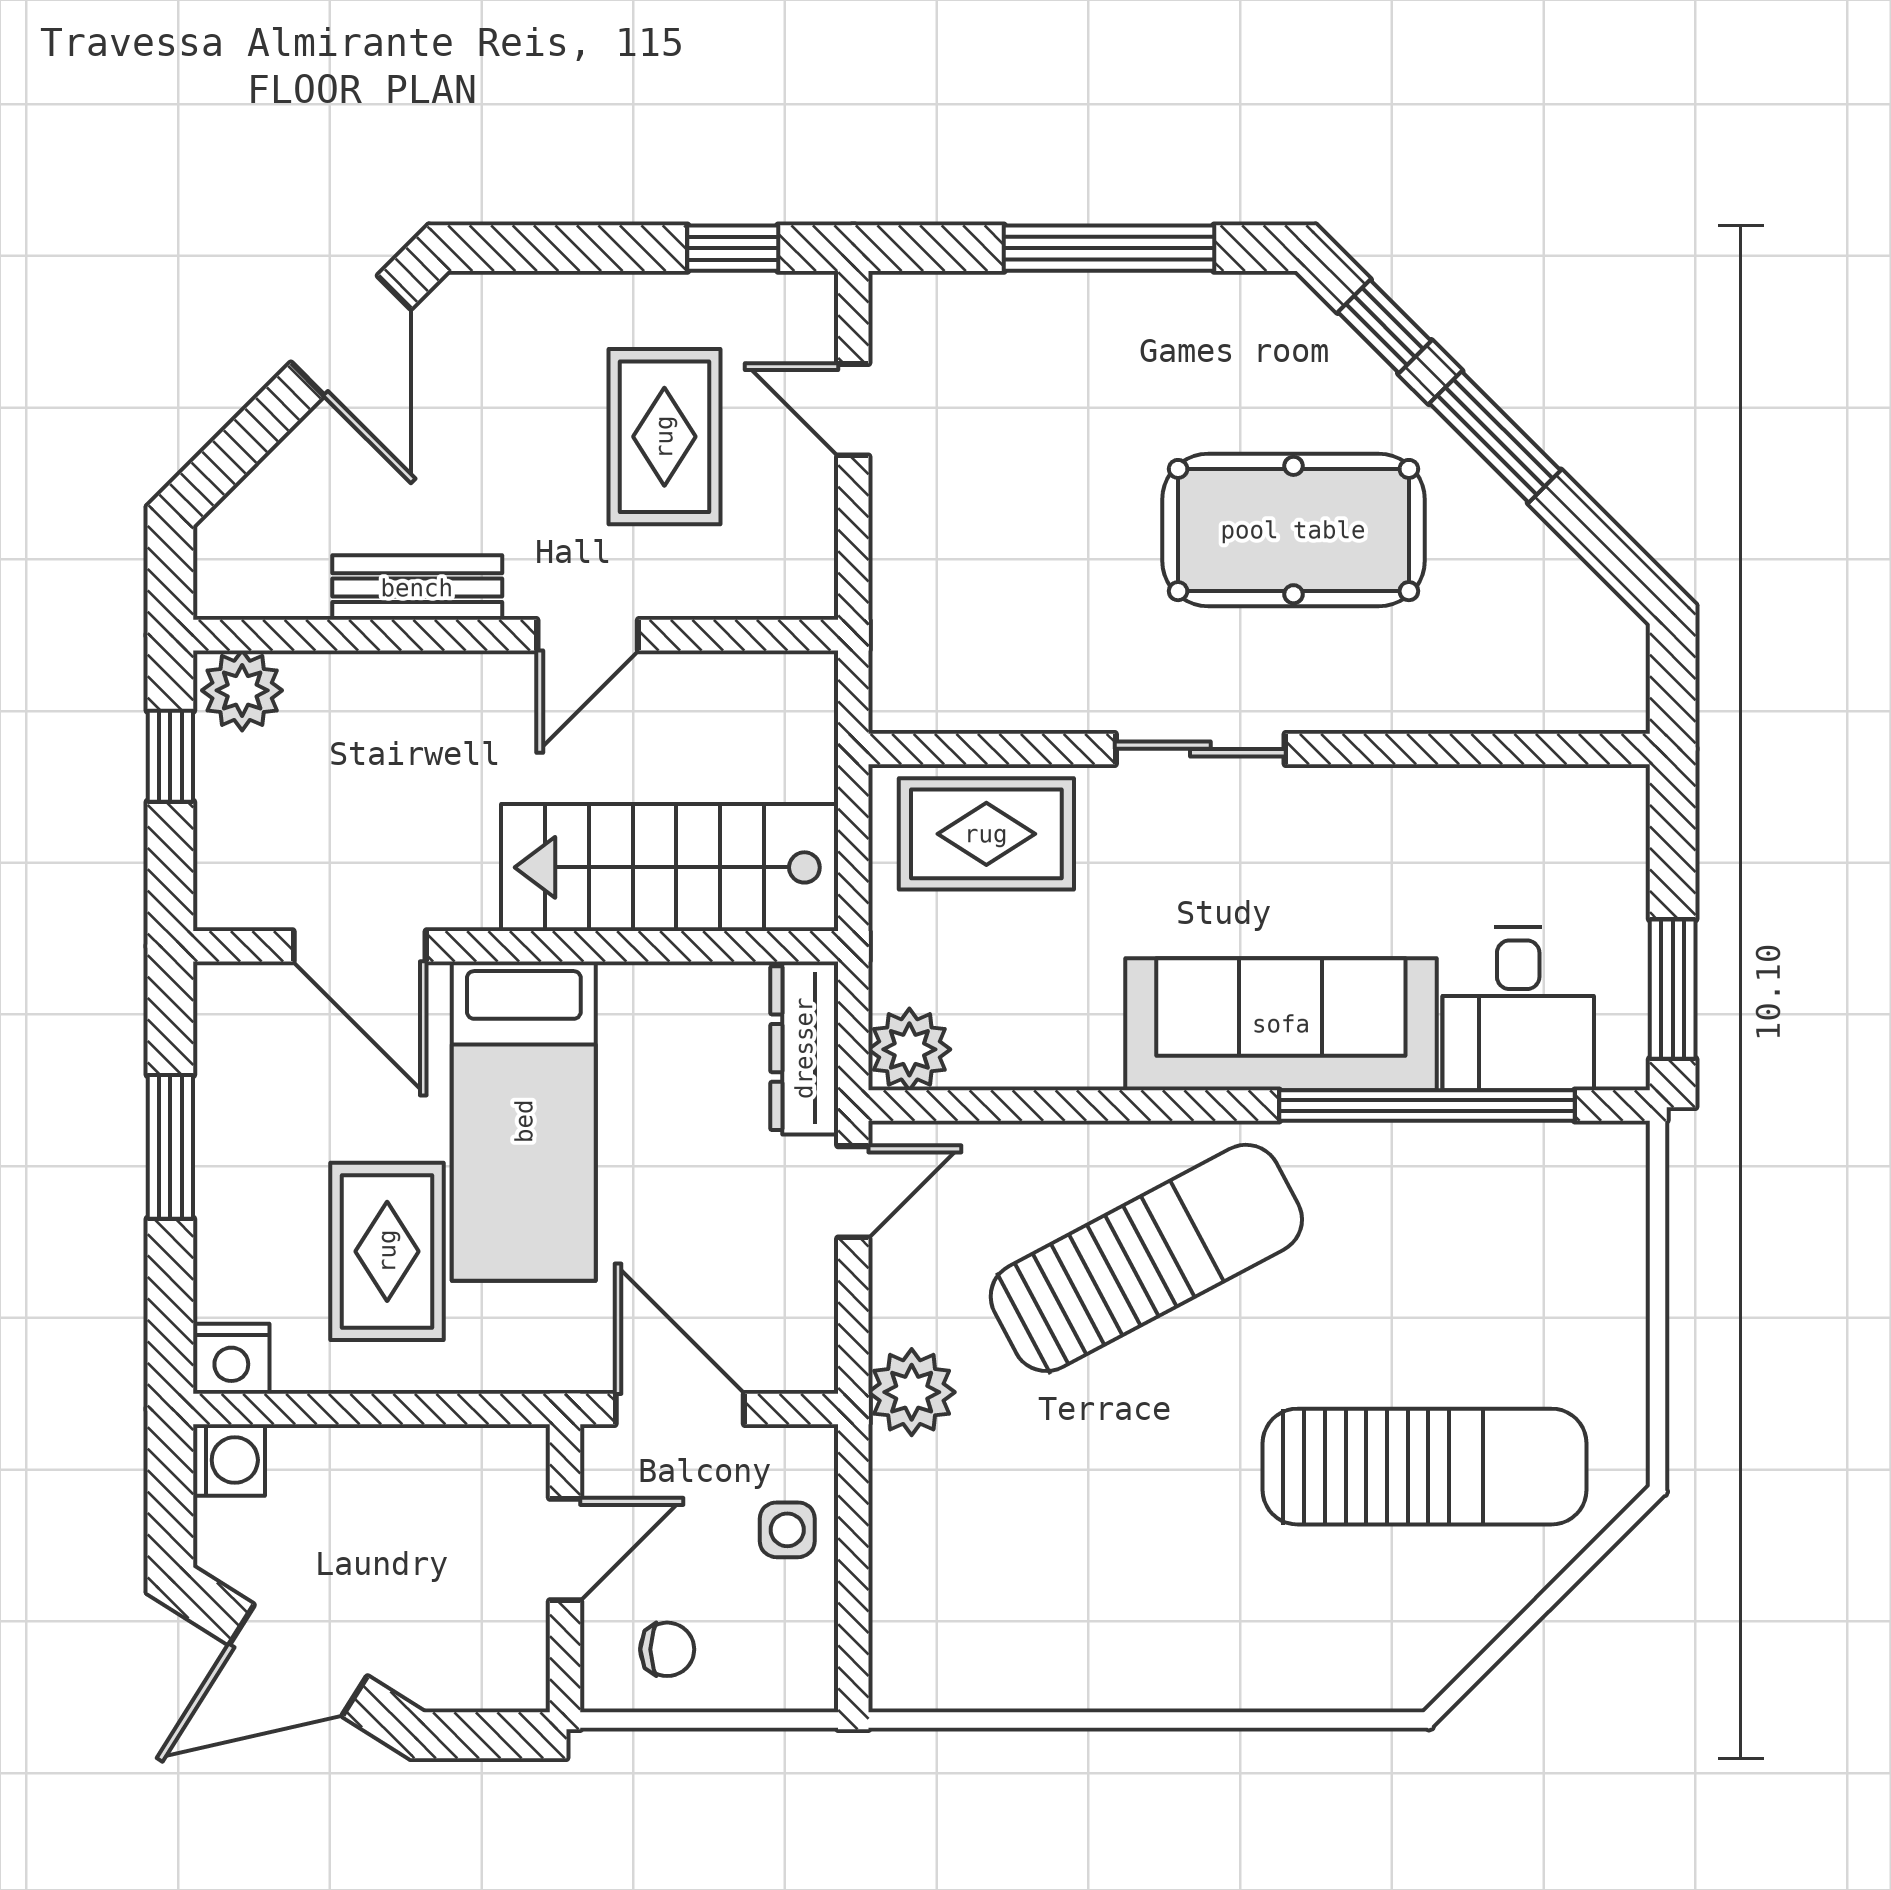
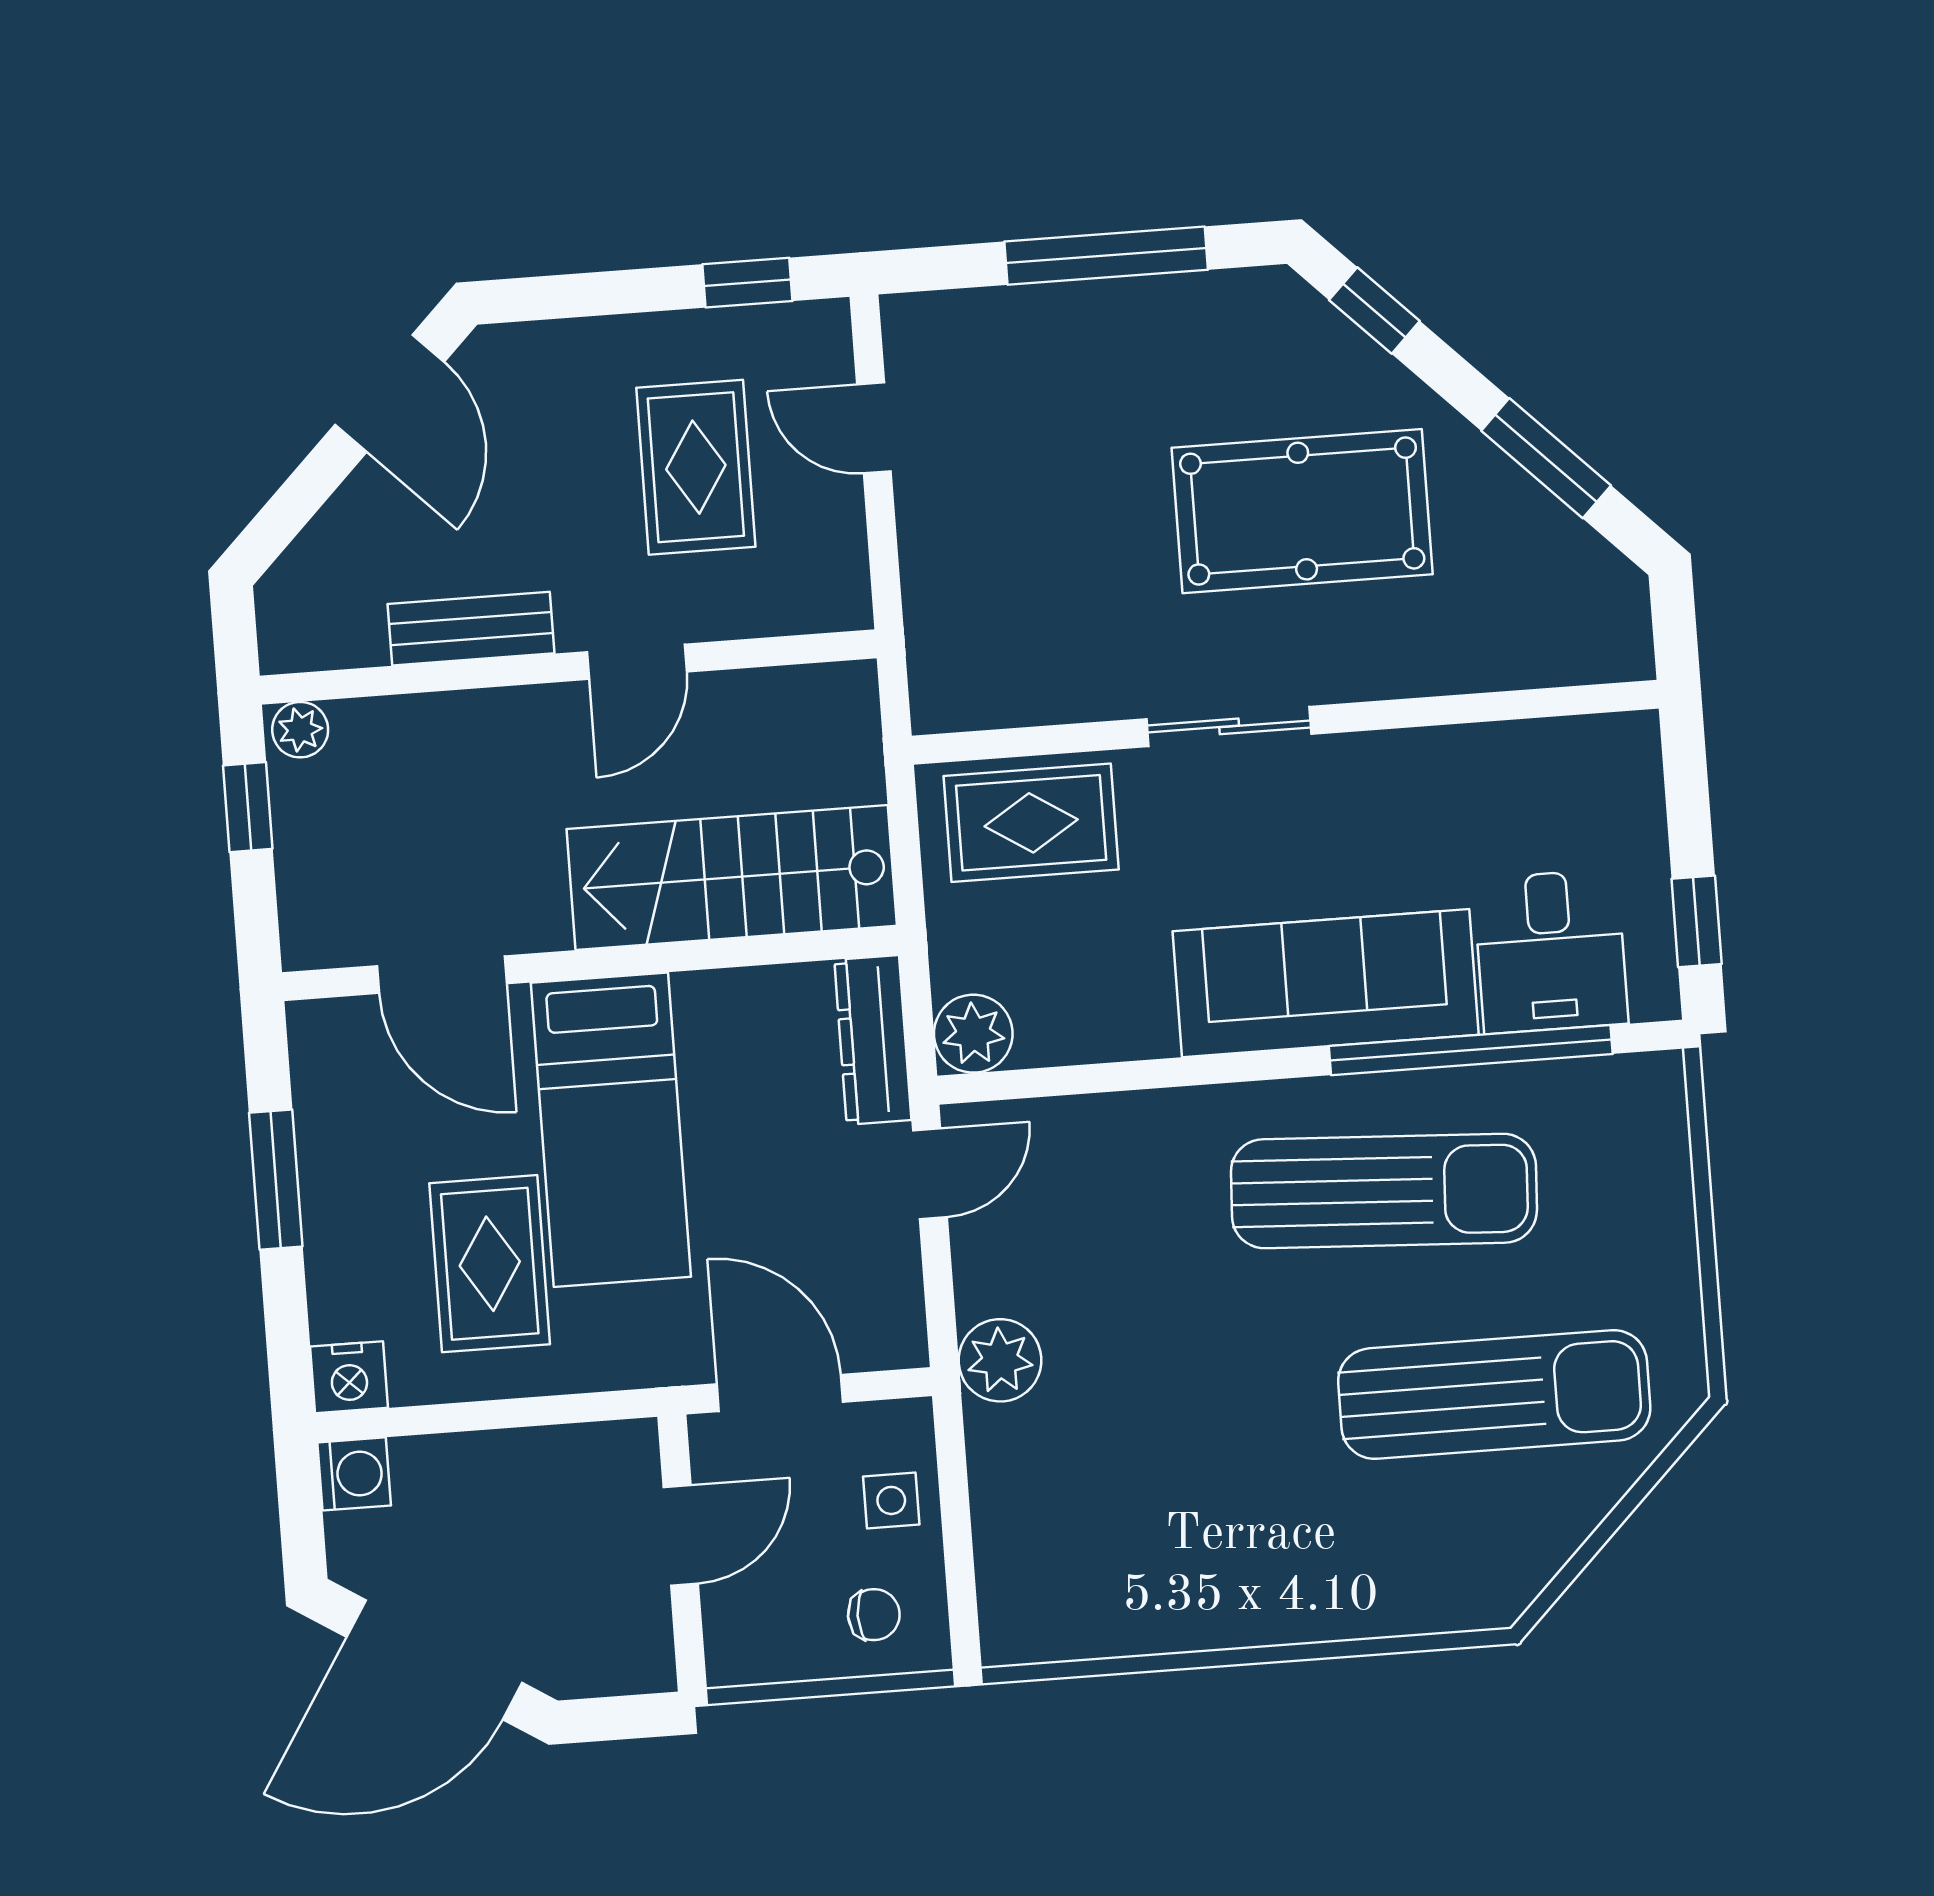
window: (1495, 437) -> (1546, 458), moved
plant: (242, 690) -> (300, 730), width x0.73, depth x0.73
window: (1673, 989) -> (1697, 921), width x0.67
sun lounger: (1146, 1258) -> (1384, 1191), moved, turned 31
chair: (667, 1649) -> (874, 1615), moved
door: (298, 1660) -> (434, 1660), width x1.36

